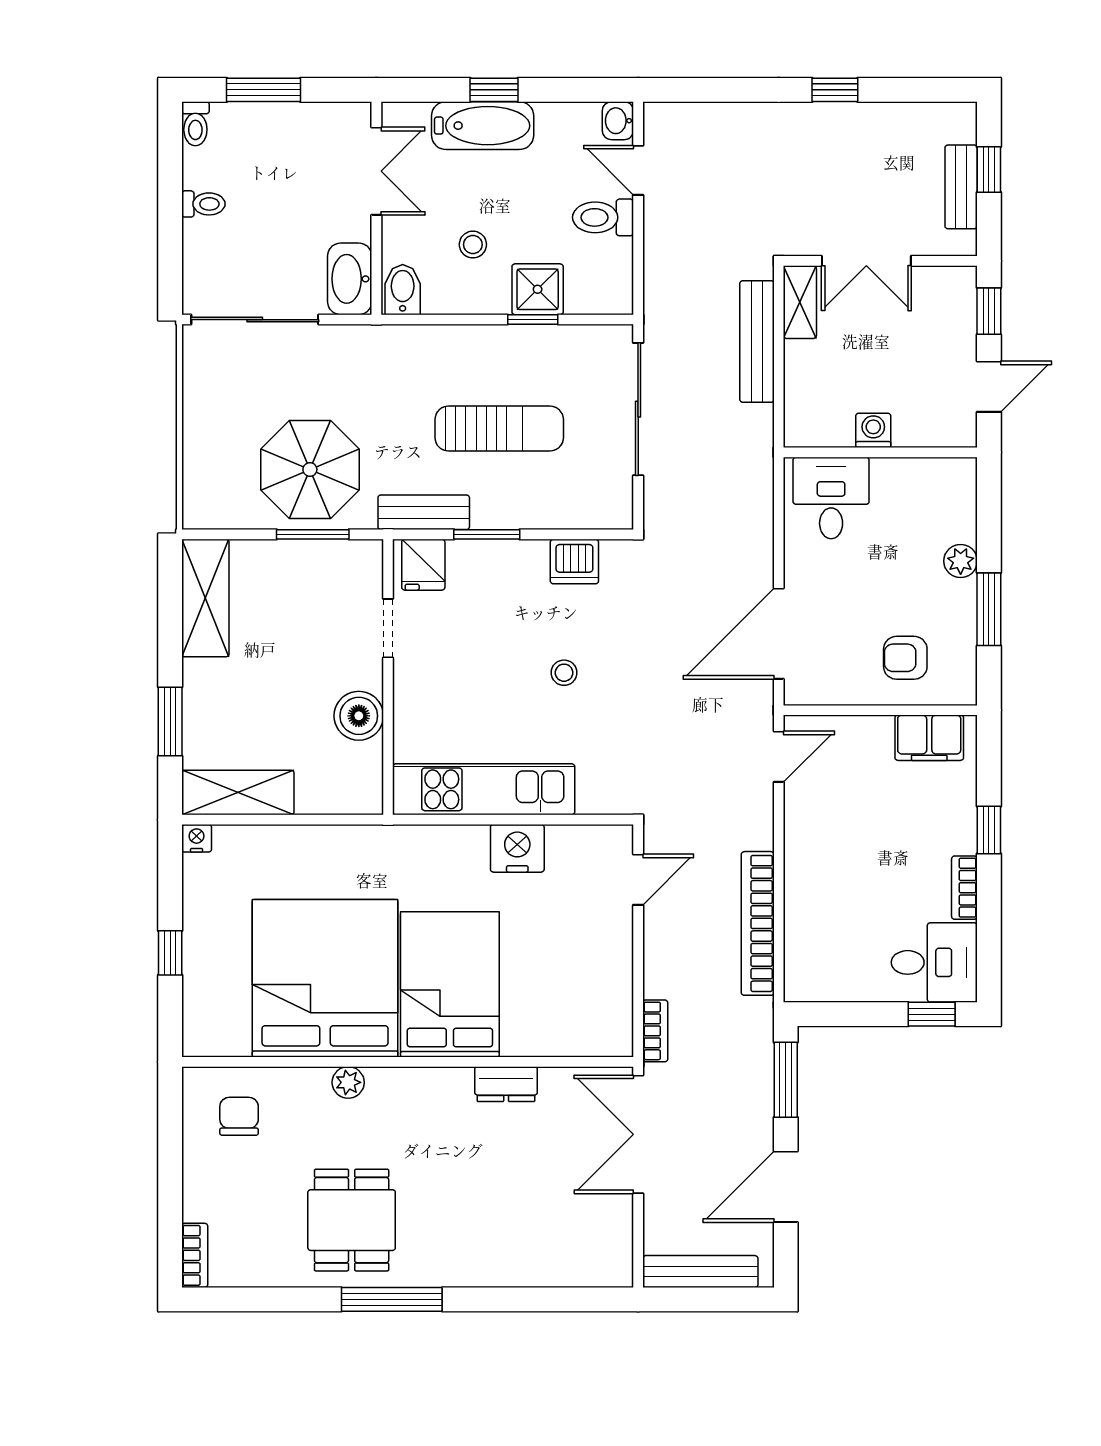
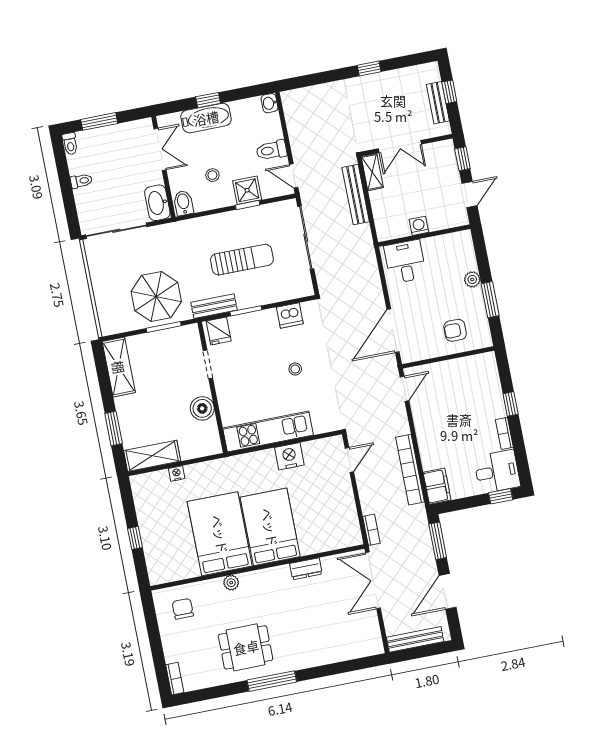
door: (638, 170) -> (294, 176), moved
filing cabinet: (929, 738) -> (437, 486), moved, turned -90
nightstand: (197, 838) -> (177, 474), moved
bed: (325, 978) -> (220, 534), width x0.73
dining table: (352, 1220) -> (246, 647), turned 90

